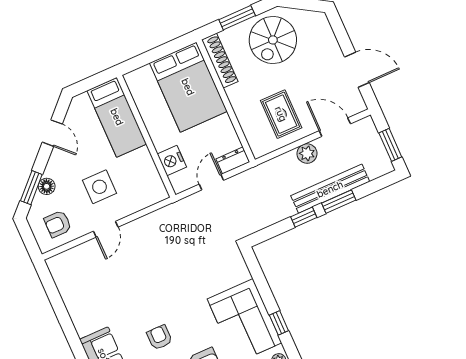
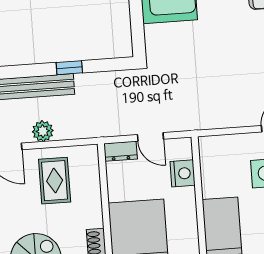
door: (211, 182) -> (150, 137), hinge flipped
window: (339, 202) -> (28, 71), removed

